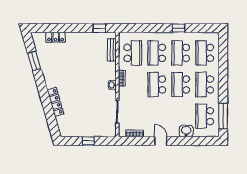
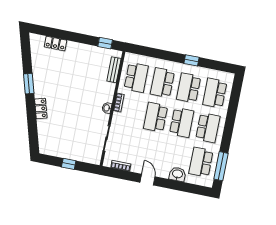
window: (34, 61) -> (29, 84), moved
school desk: (181, 85) -> (182, 122), turned 180
school desk: (205, 85) -> (208, 128), turned 180
locker: (55, 102) -> (41, 109), width x0.66

